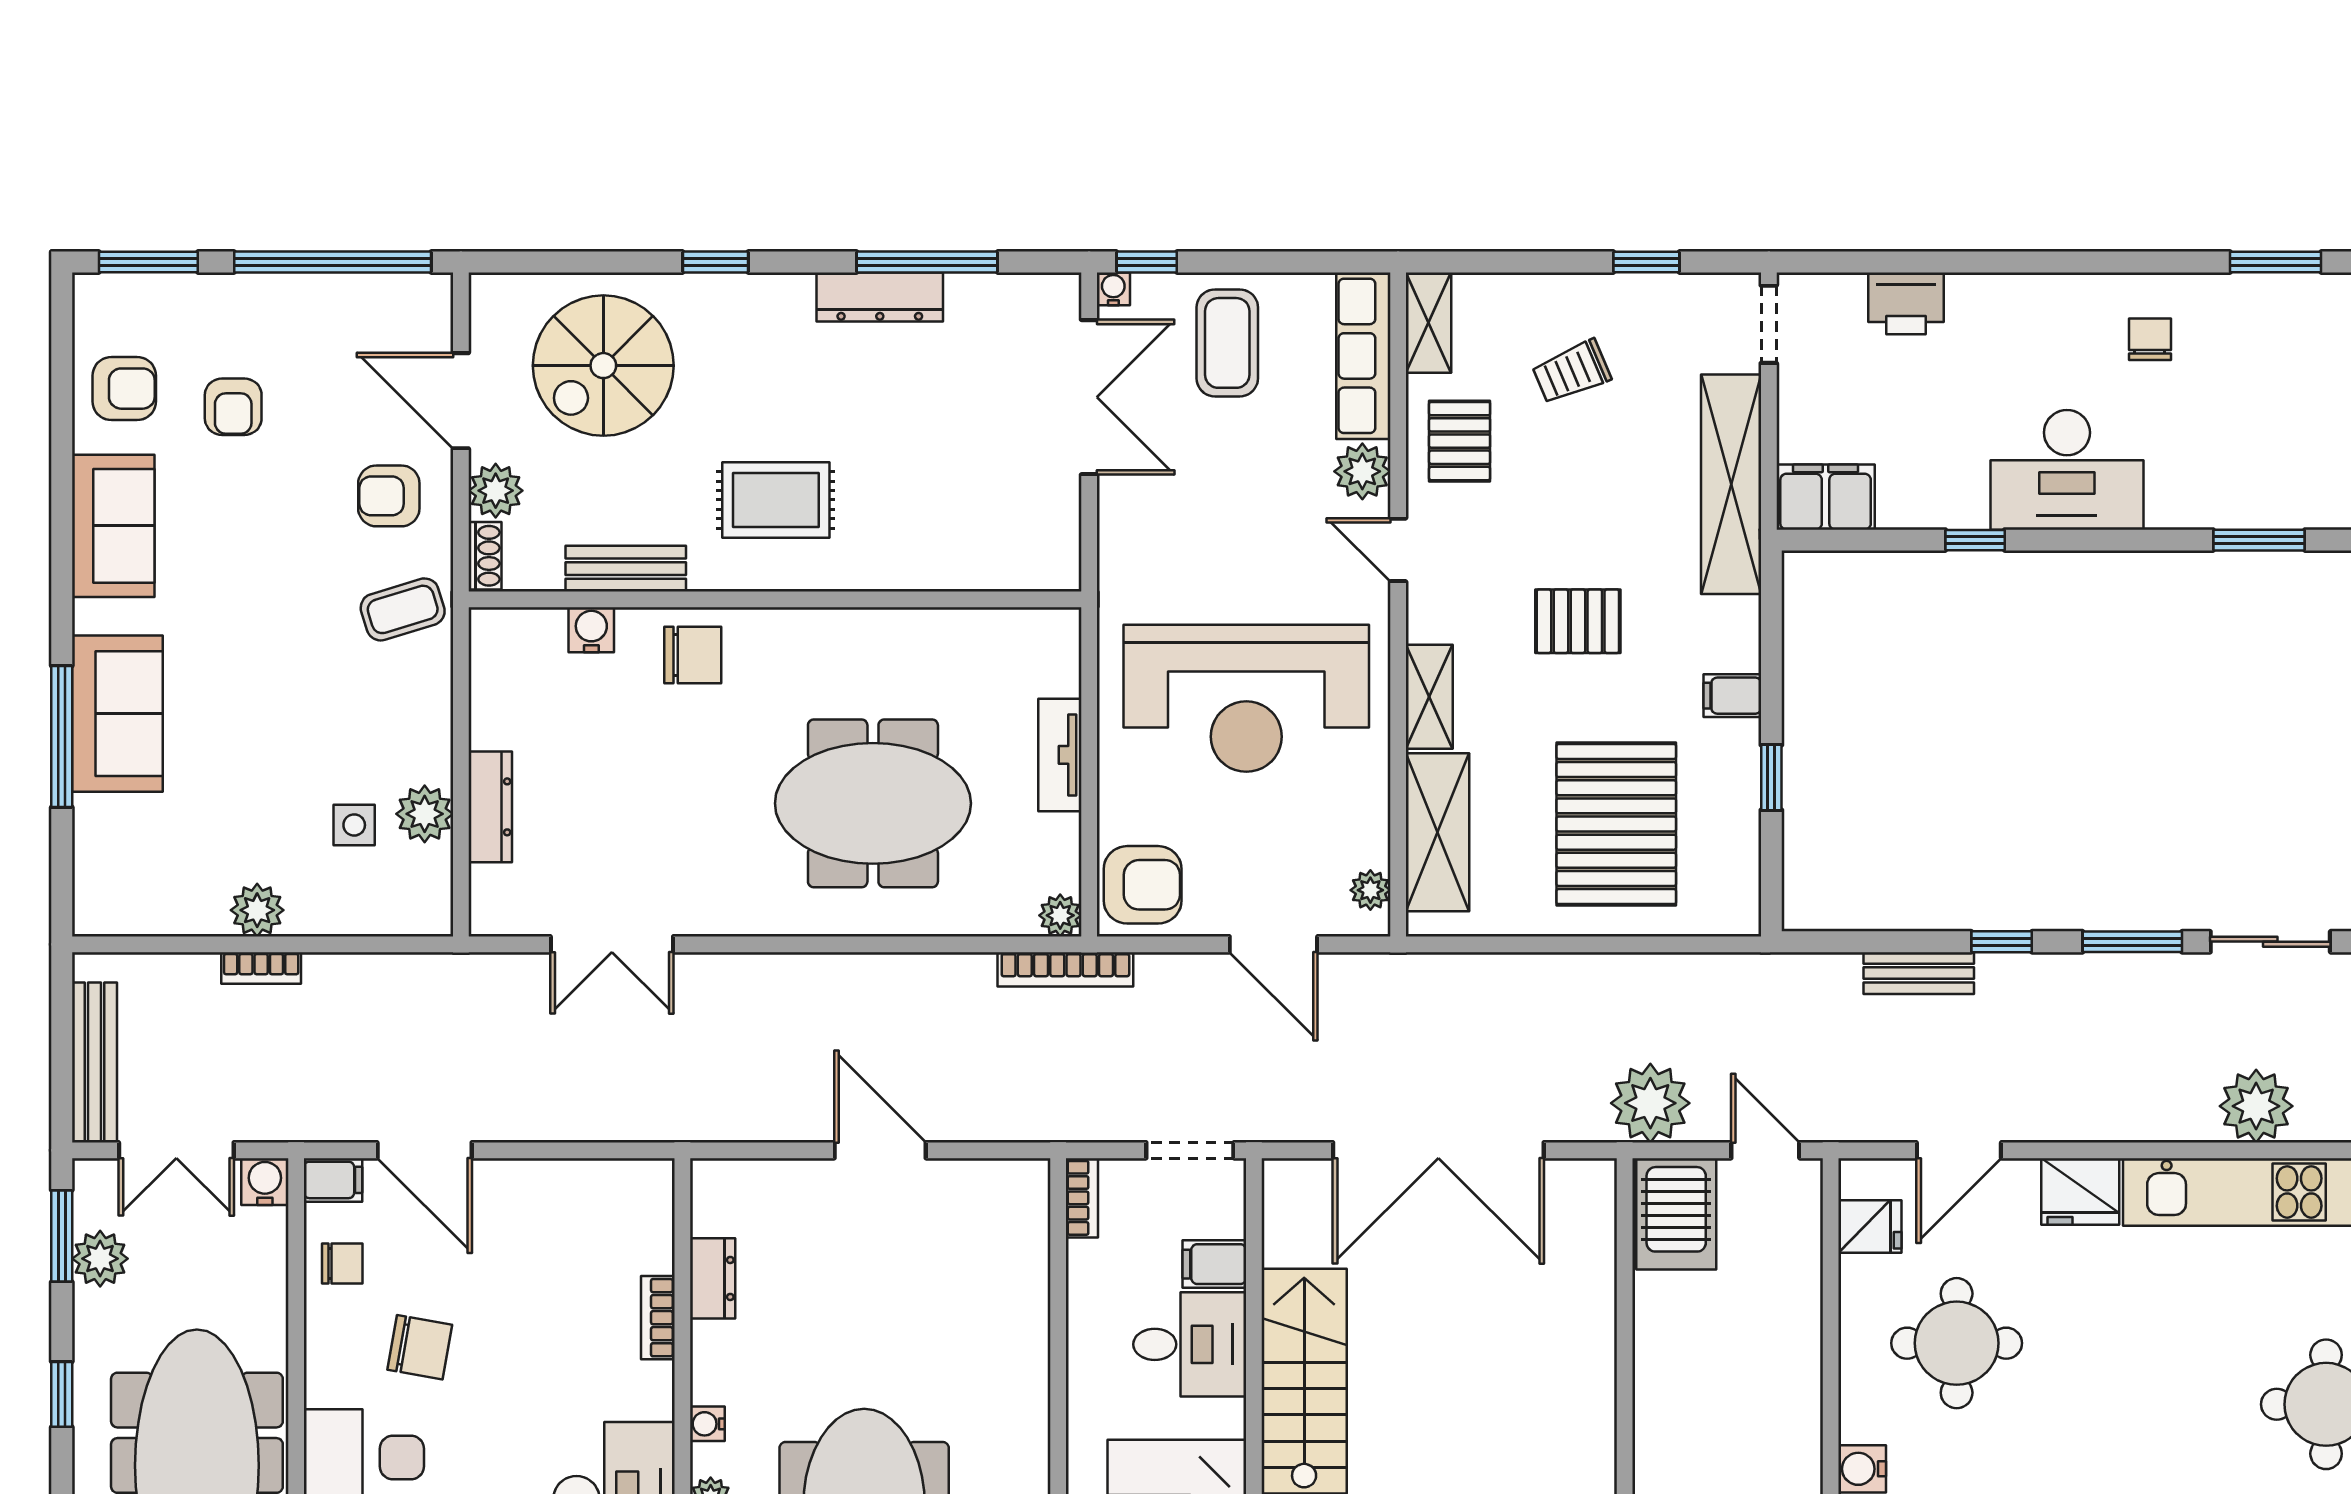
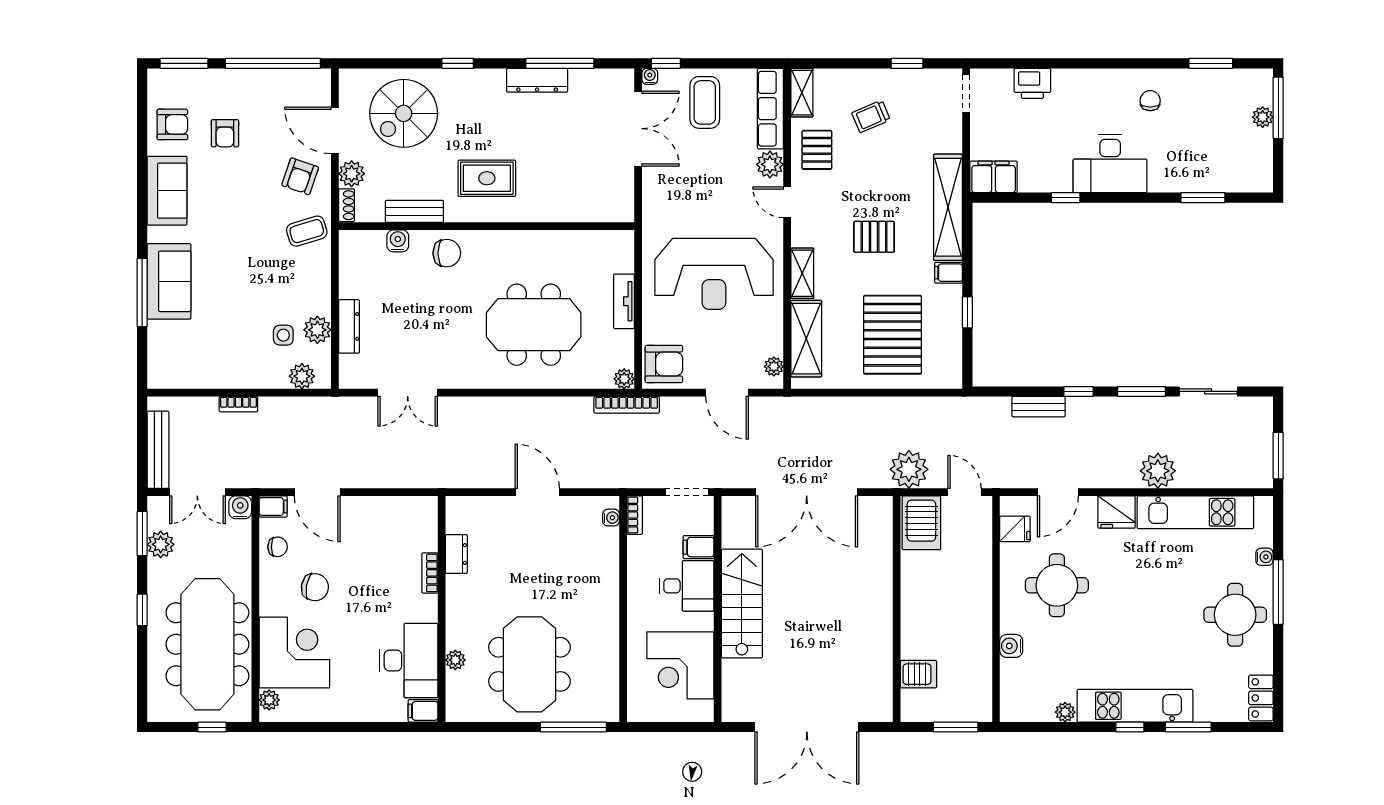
shelving: (1731, 484) -> (948, 207), moved
armchair: (389, 496) -> (300, 176), turned -71
plant: (257, 910) -> (302, 376), moved
plant: (2256, 1106) -> (1158, 471), moved
water cooler: (707, 1424) -> (611, 518), moved, turned 180

